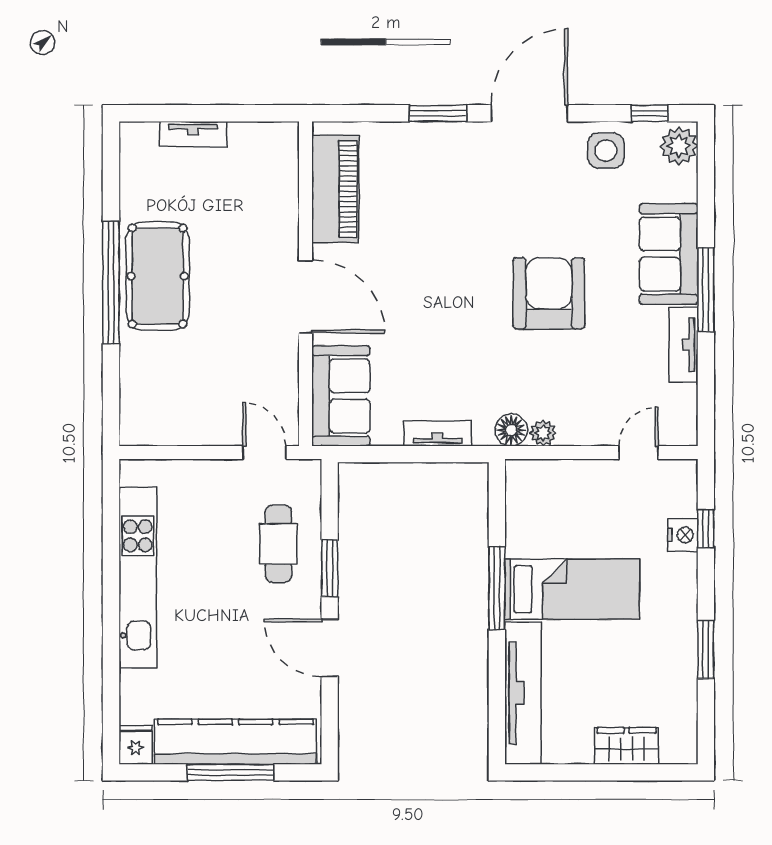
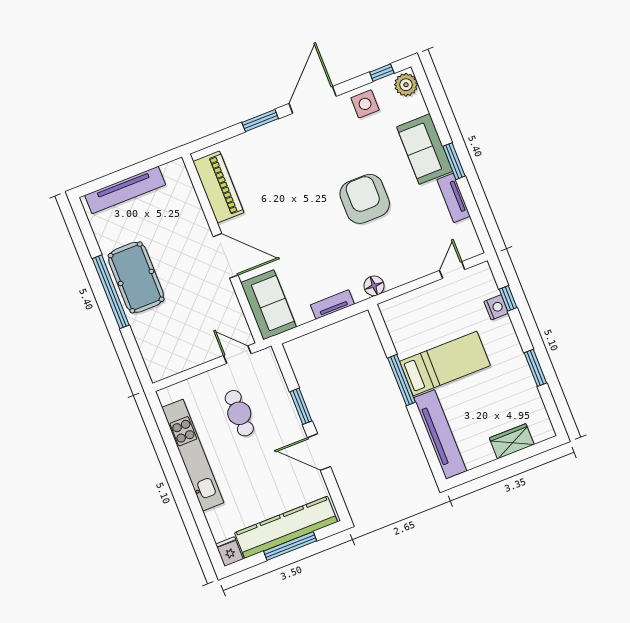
tv unit: (193, 134) -> (125, 190), width x1.92, depth x1.29
window: (706, 290) -> (454, 161), width x0.69
plant: (543, 433) -> (393, 280), removed
cafe table: (278, 544) -> (239, 413), moved

